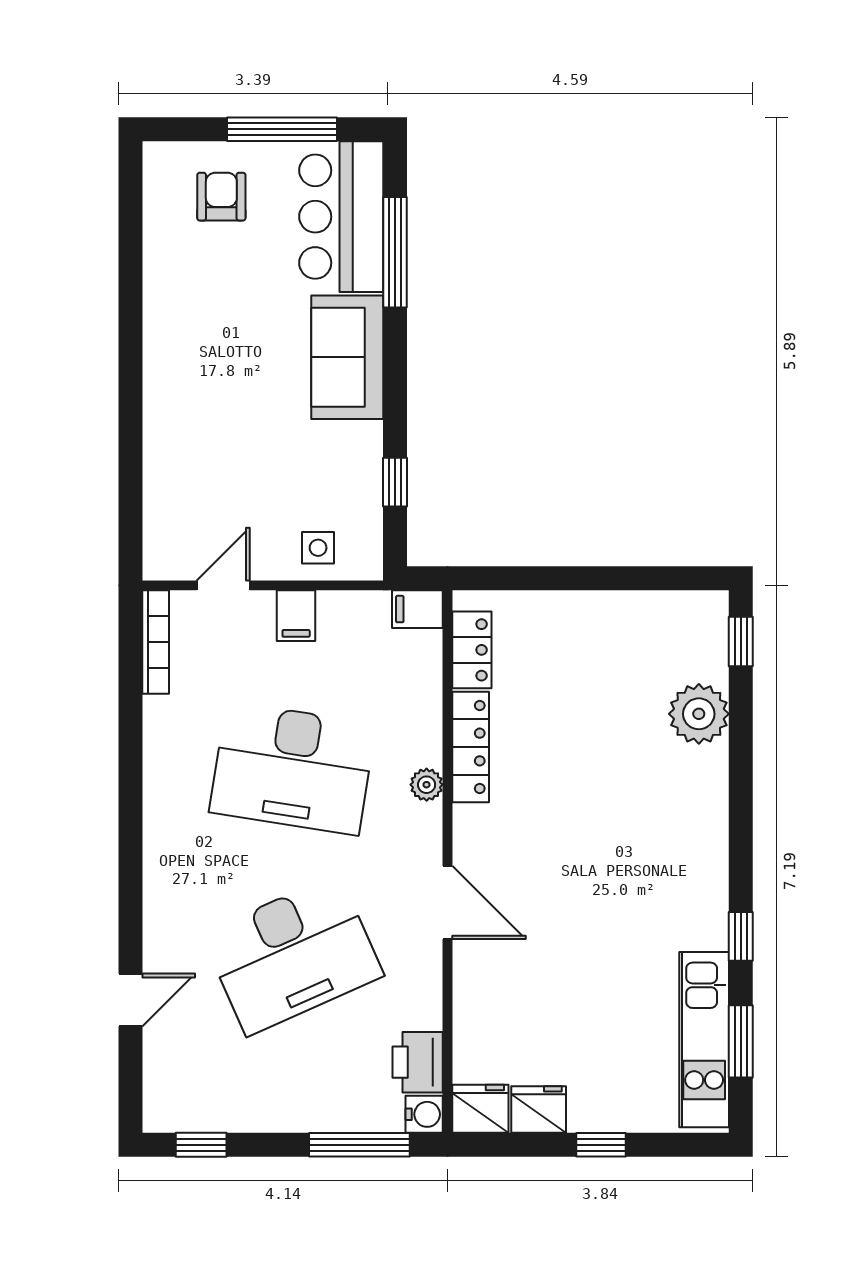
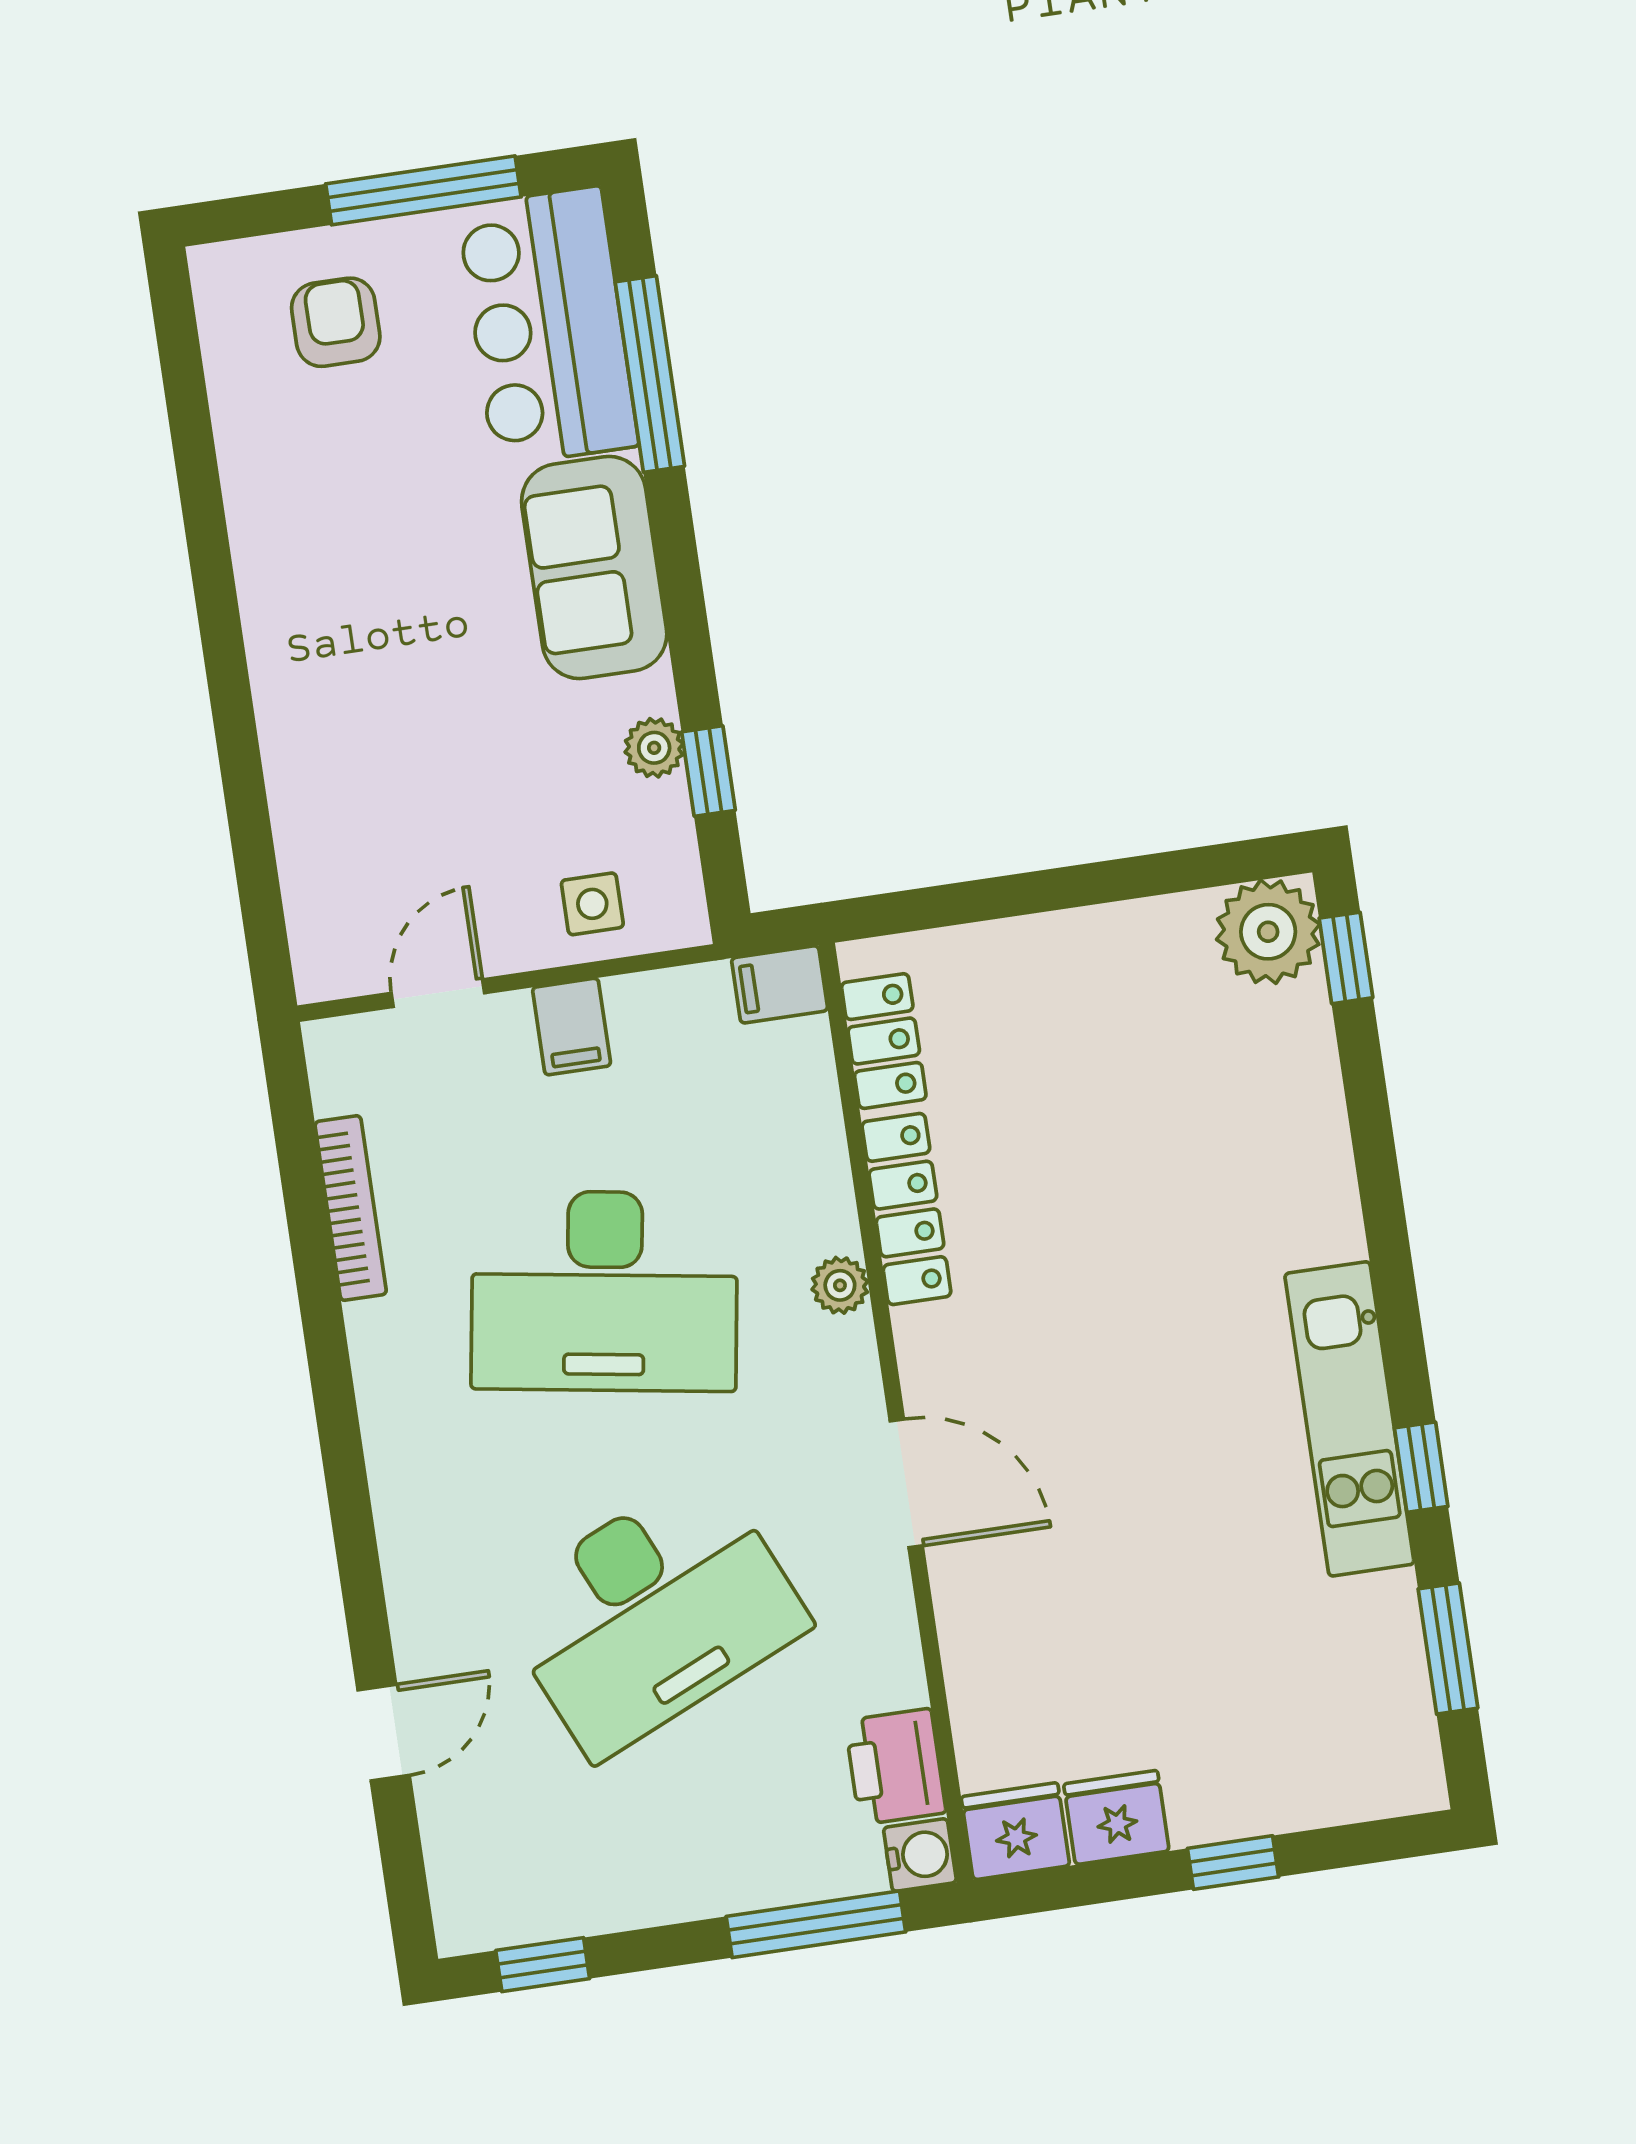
plant: (366, 464) -> (654, 748), added
bookcase: (156, 642) -> (351, 1208), moved
plant: (699, 714) -> (1268, 932), moved
kitchen unit: (704, 1040) -> (1349, 1419), moved

